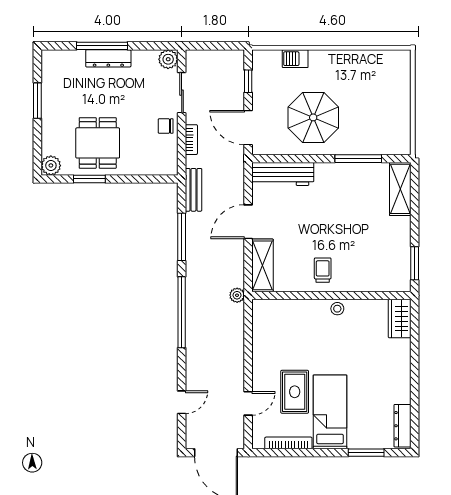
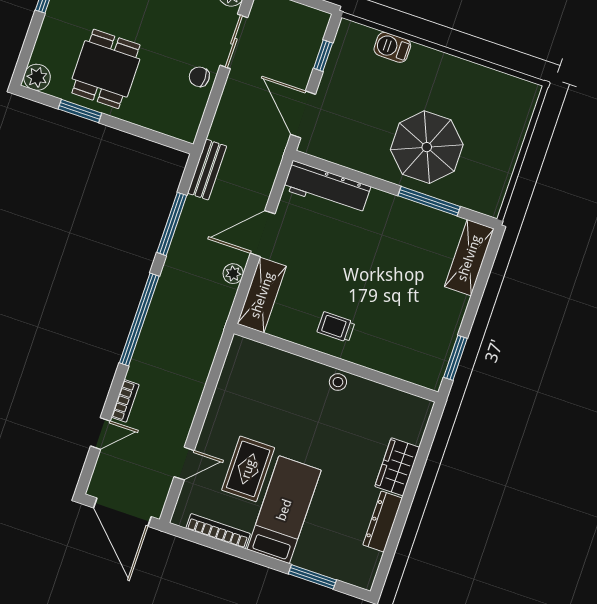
parasol: (313, 117) -> (427, 147), moved
bookcase: (191, 140) -> (125, 401), moved
trolley: (323, 270) -> (336, 327), turned -90
plant: (237, 295) -> (233, 274), moved
wardrobe: (400, 319) -> (397, 467), moved
dresser: (403, 426) -> (383, 522), moved

